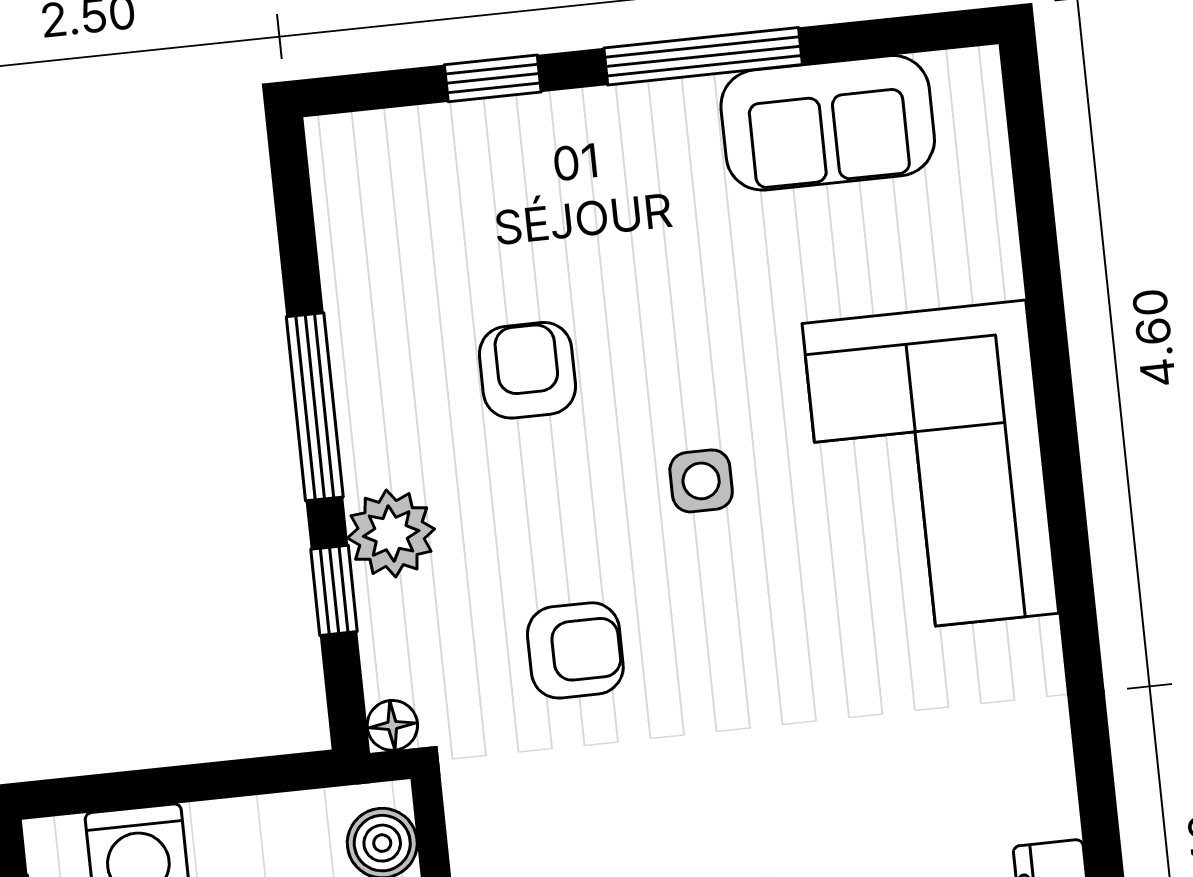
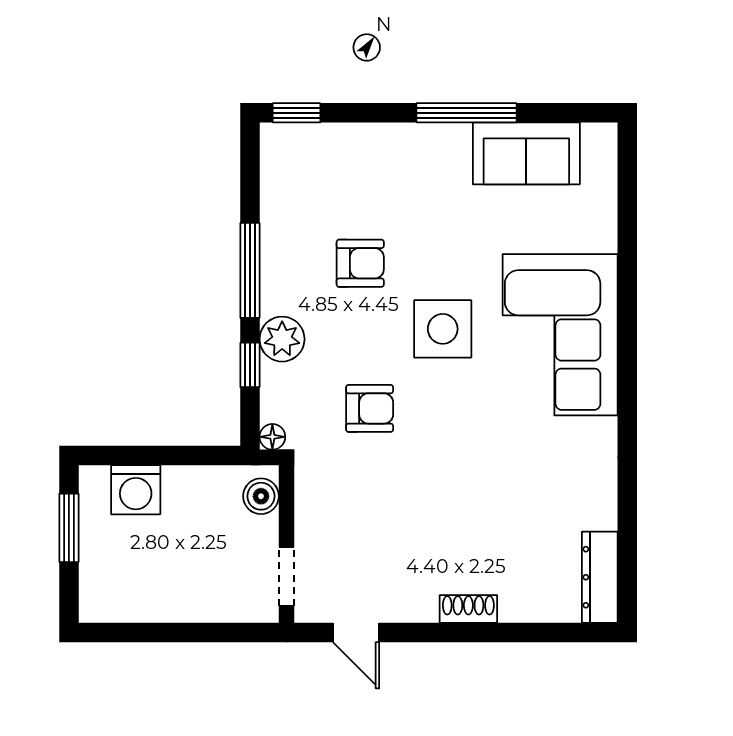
window: (493, 78) -> (297, 113), moved
armchair: (527, 370) -> (360, 263), turned 90
side table: (701, 481) -> (443, 329), width x1.87, depth x1.87

